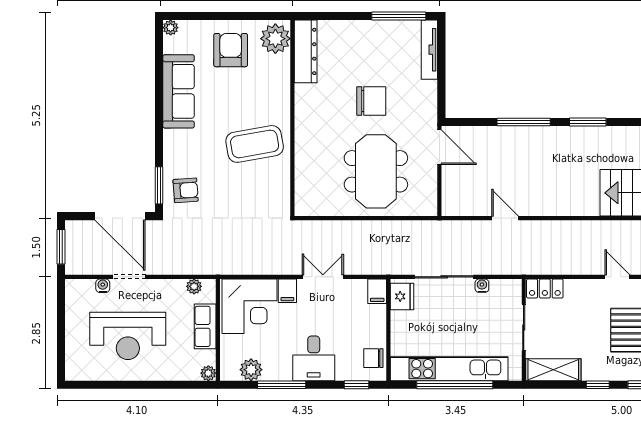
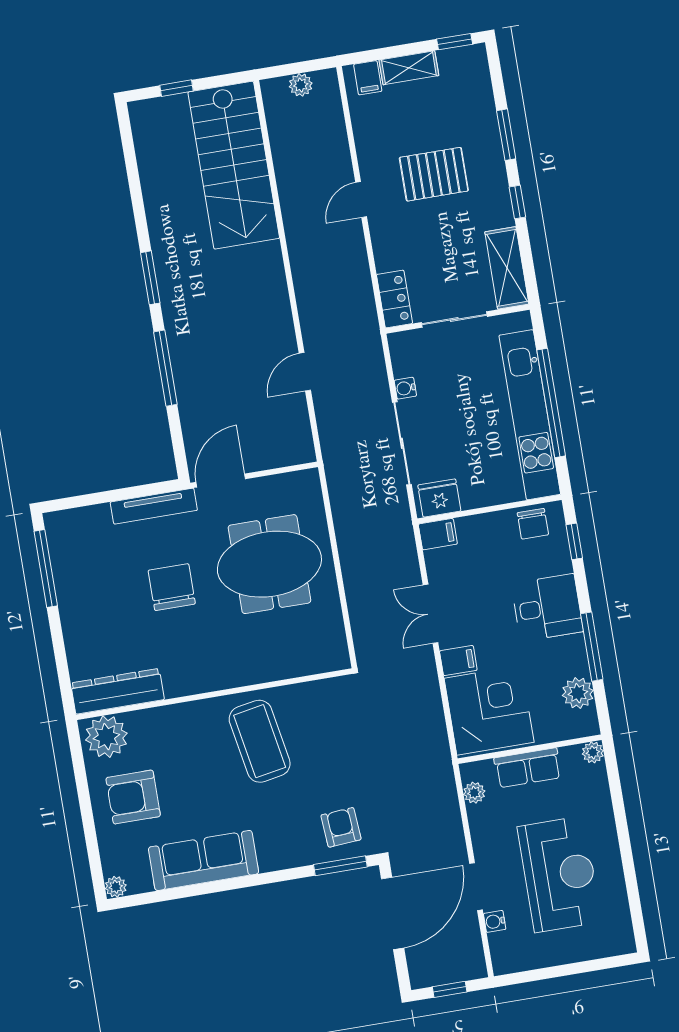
tv unit: (429, 50) -> (154, 506), moved
window: (61, 247) -> (450, 989), width x0.67

